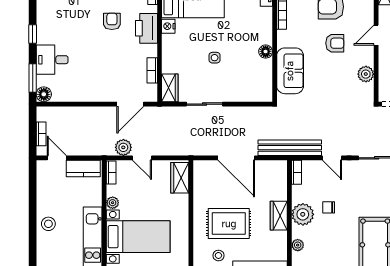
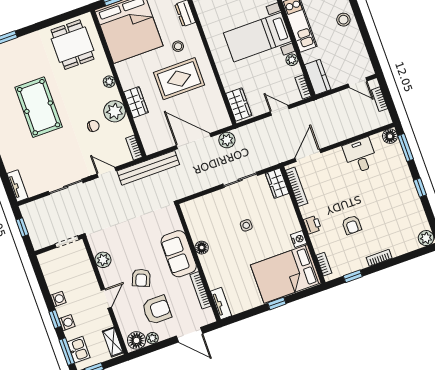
printer: (146, 28) -> (312, 225), width x0.53, depth x0.68
armchair: (335, 43) -> (141, 278), turned -68
desk: (52, 60) -> (360, 155), moved, turned -90
bookcase: (152, 70) -> (297, 187), width x1.56
sofa: (290, 71) -> (179, 254), moved
plant: (123, 147) -> (227, 140), moved
kitchen counter: (83, 168) -> (318, 77), moved, turned 90

